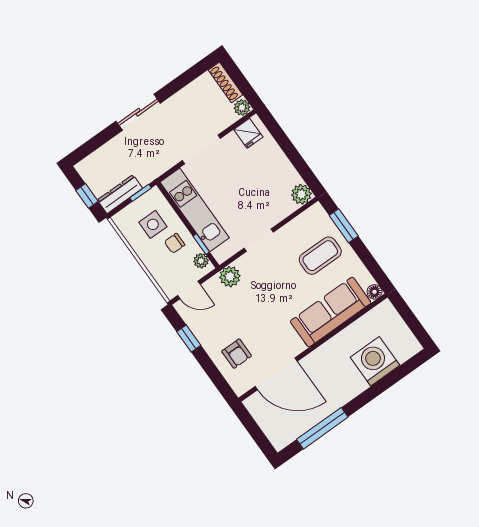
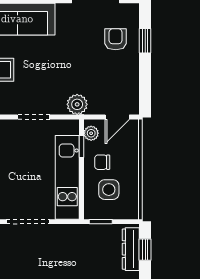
dresser: (120, 194) -> (131, 249), moved, turned 90
chair: (175, 243) -> (102, 162), turned 180
door: (189, 290) -> (117, 117), swing flipped
window: (189, 339) -> (145, 41), moved

